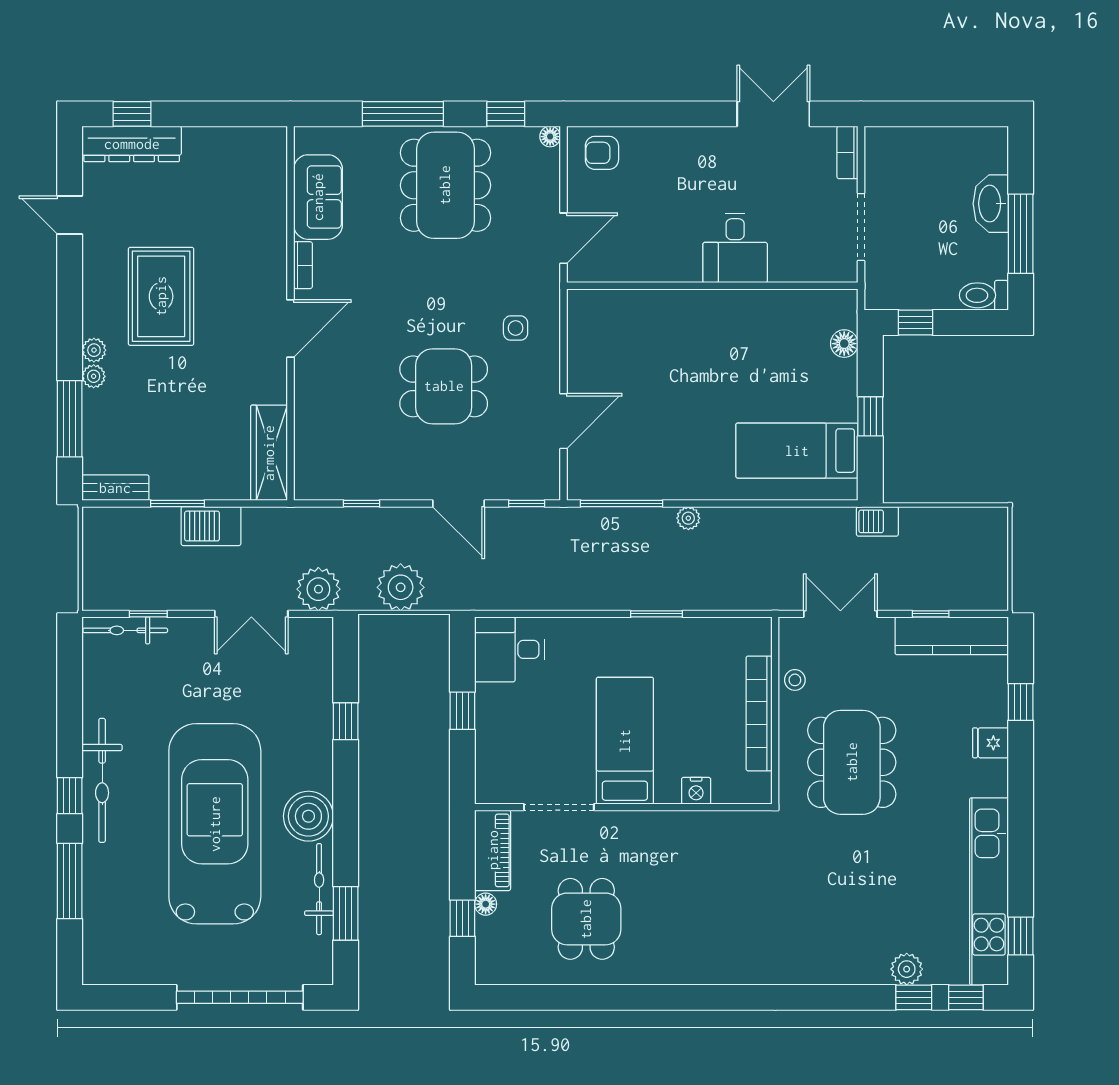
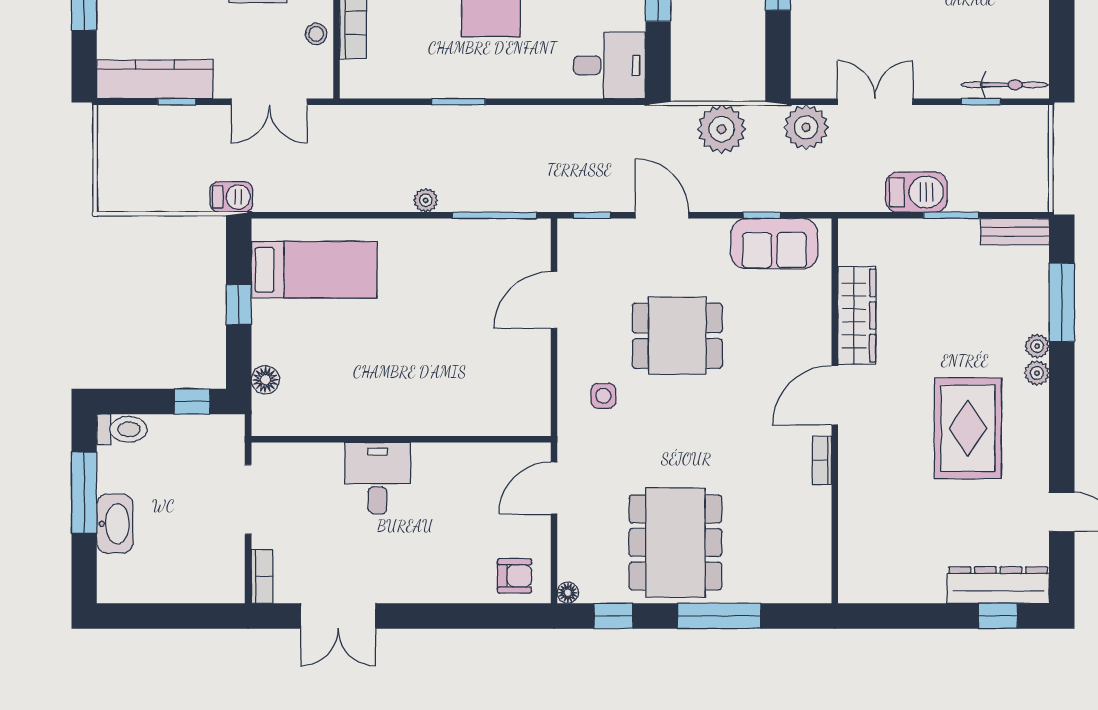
sofa: (318, 197) -> (774, 244), moved, turned -90
wardrobe: (269, 453) -> (857, 315), moved

